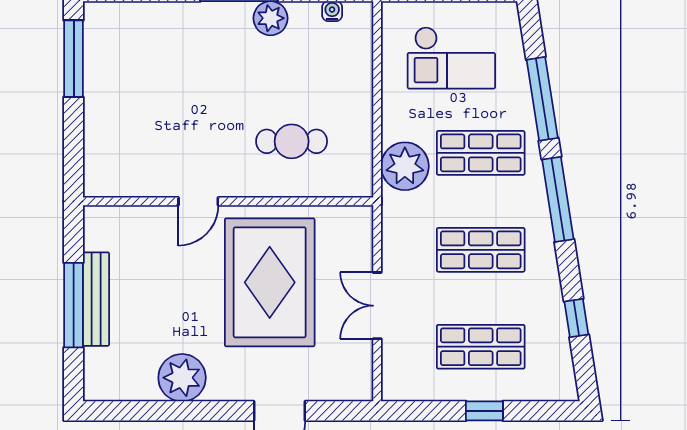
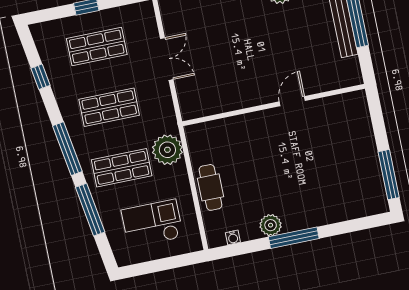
cafe table: (292, 141) -> (210, 187), moved, turned 90
rug: (270, 282) -> (237, 60), removed

